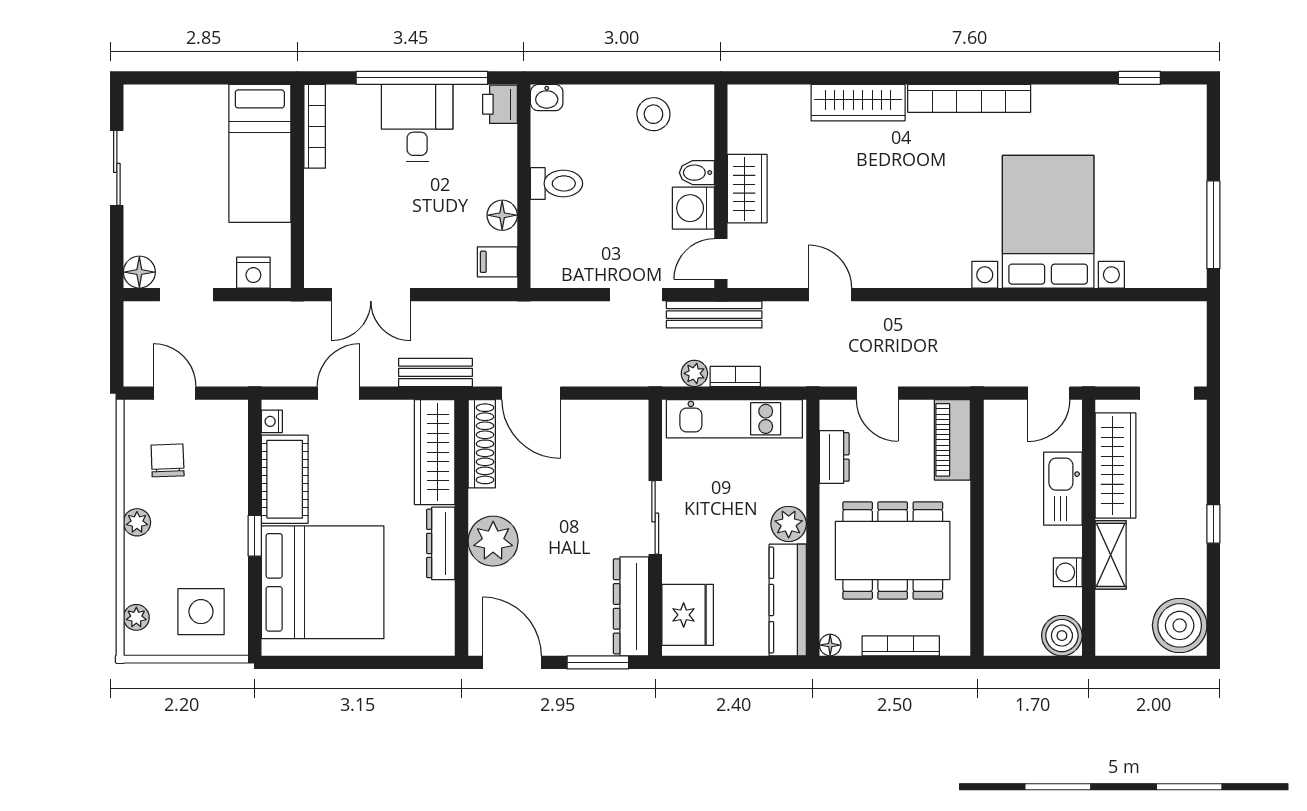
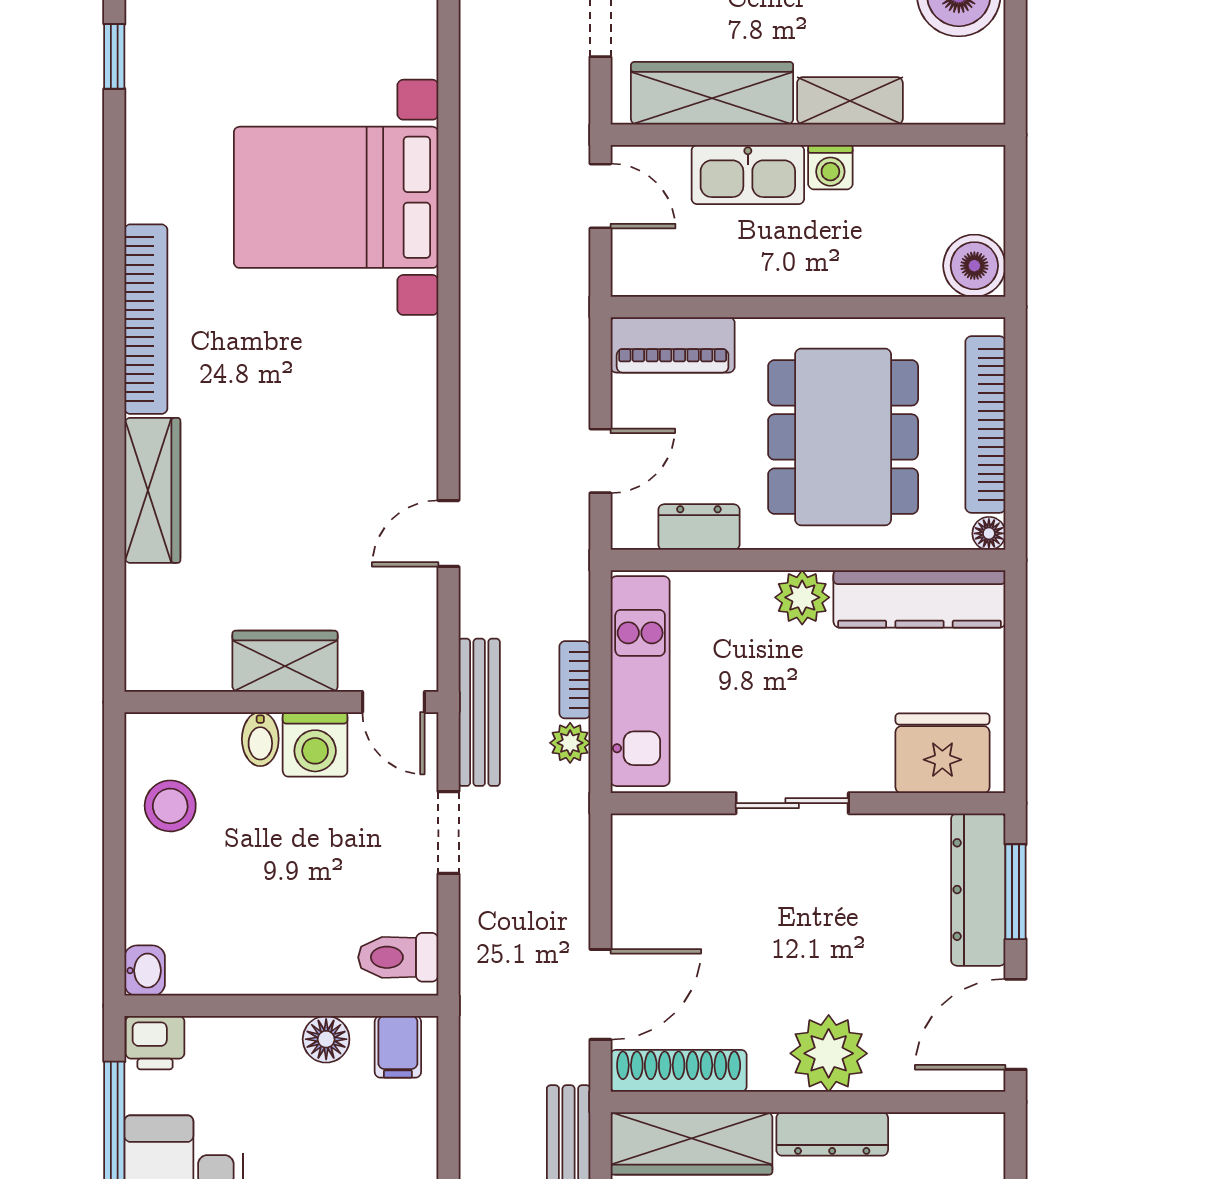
toilet: (557, 183) -> (398, 957), moved, turned -90
washing machine: (1068, 572) -> (830, 167), moved
dresser: (631, 606) -> (978, 890), moved, turned 90
boiler: (1062, 636) -> (974, 266), moved
bookcase: (901, 646) -> (985, 424), width x1.48, depth x1.31

